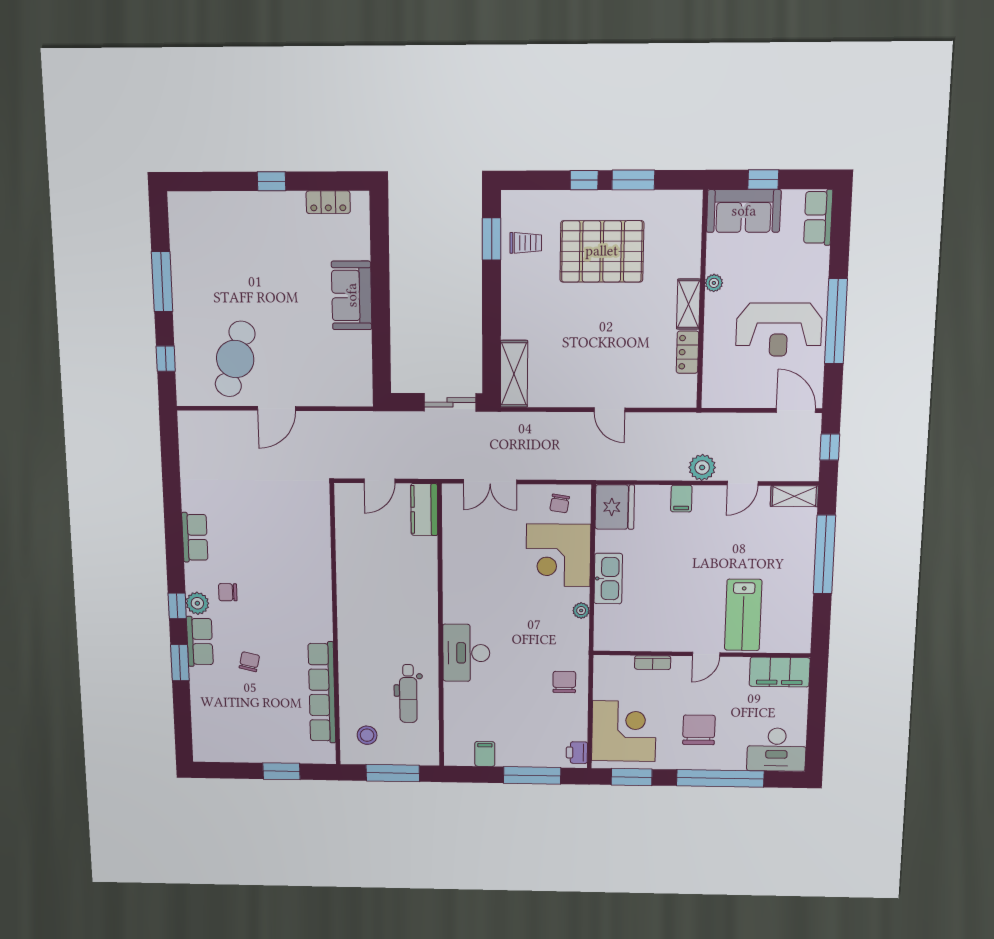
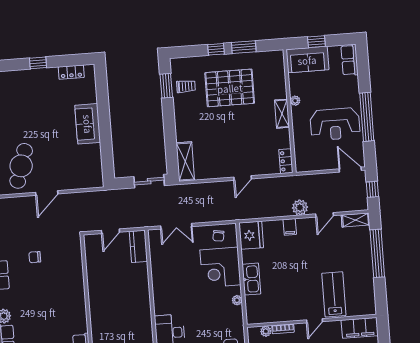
locker: (687, 352) -> (286, 161), moved
door: (609, 410) -> (243, 178), hinge flipped
chair: (228, 592) -> (35, 257), moved
lab bench: (743, 615) -> (334, 294), turned 180
plant: (624, 664) -> (266, 331), added

